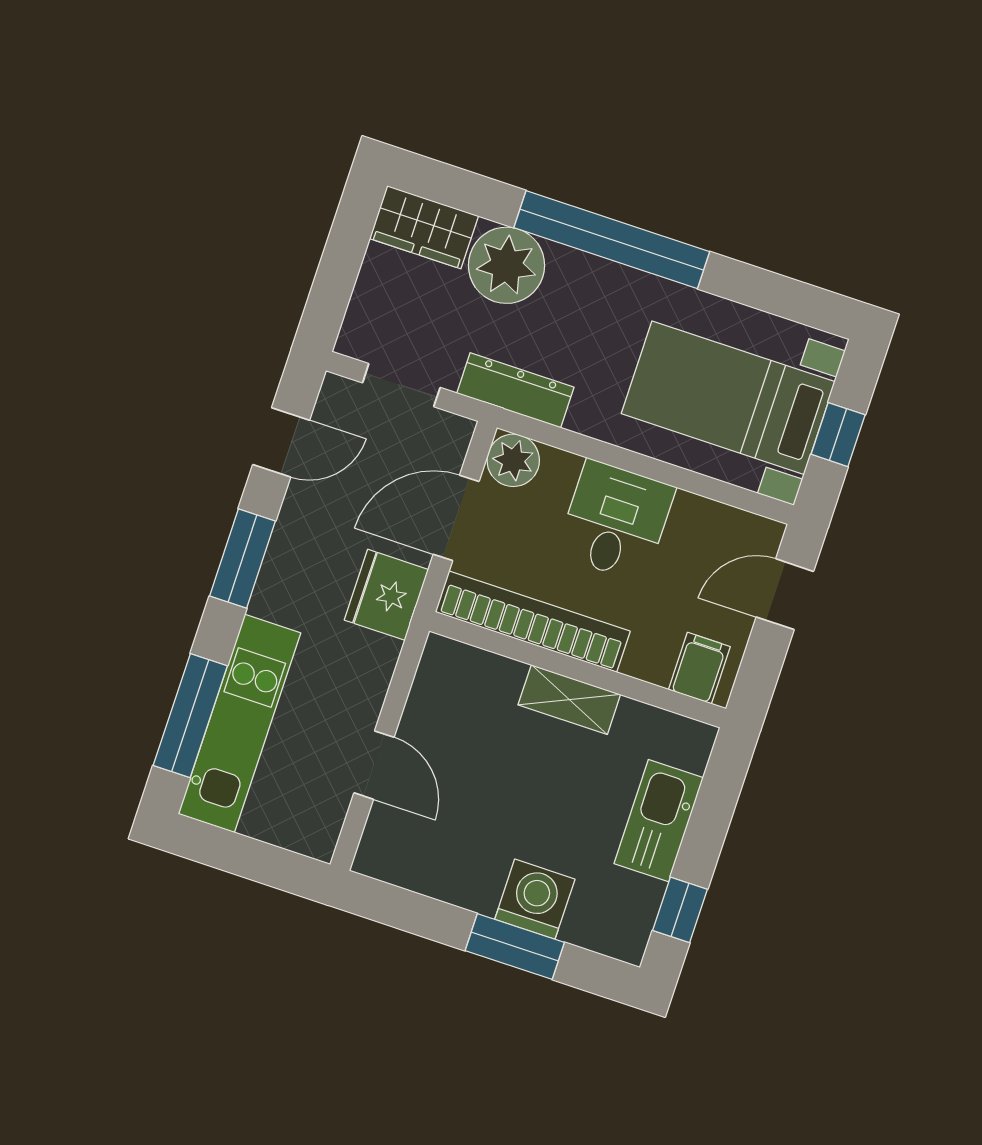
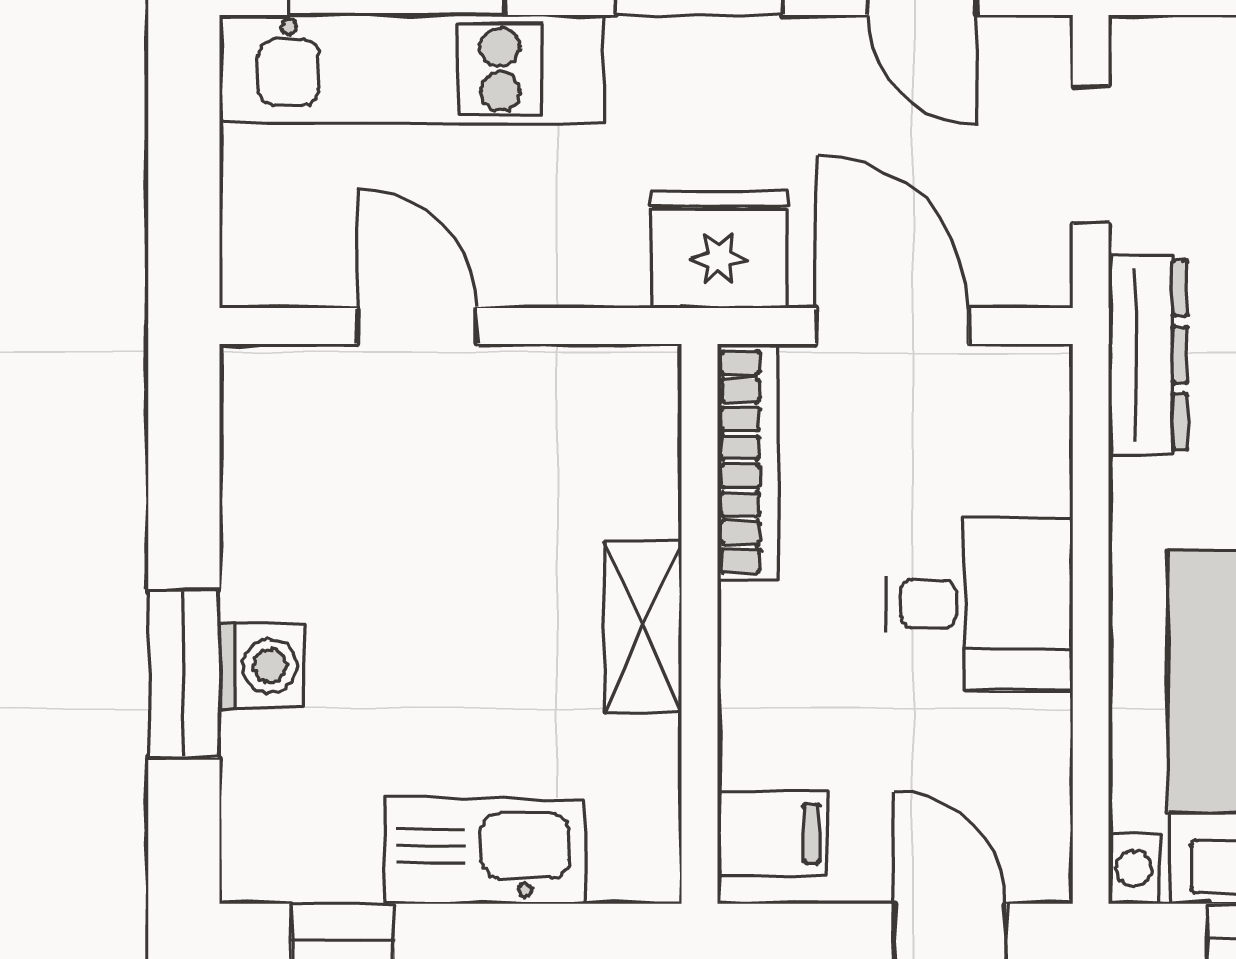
plant: (513, 460) -> (1025, 392), removed
bookcase: (533, 622) -> (747, 462), width x0.68, depth x0.76
door: (374, 765) -> (417, 326), swing flipped
washing machine: (535, 899) -> (262, 666), width x0.73, depth x0.73

